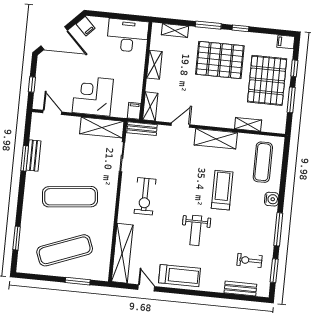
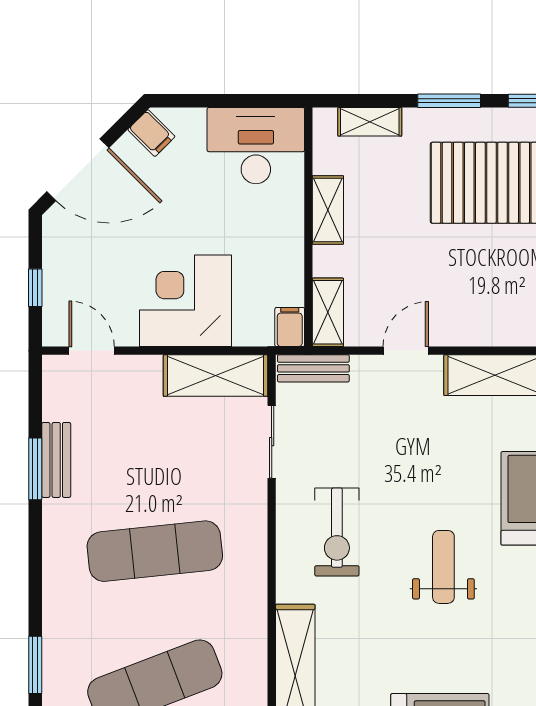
weight bench: (196, 230) -> (443, 567), moved, turned 180

